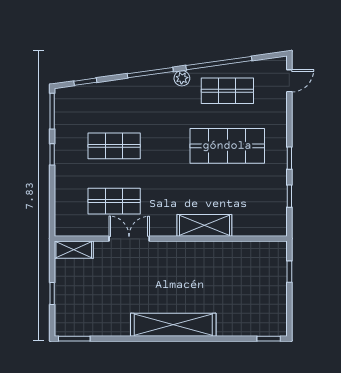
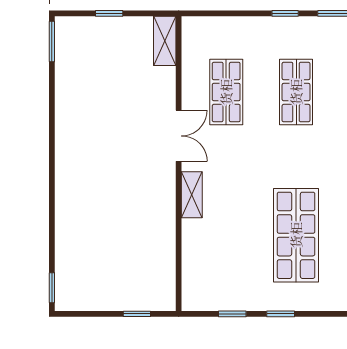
shelving: (204, 225) -> (192, 195), width x0.67, depth x0.75
double door: (129, 239) -> (179, 136), moved
shelving: (173, 325) -> (69, 167), removed

